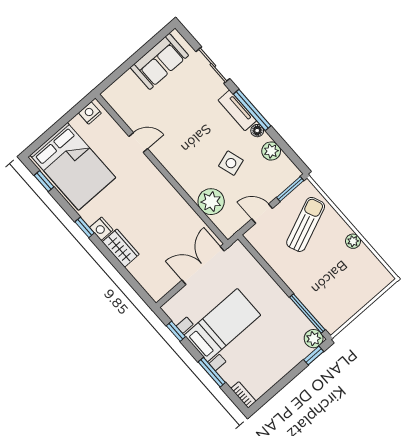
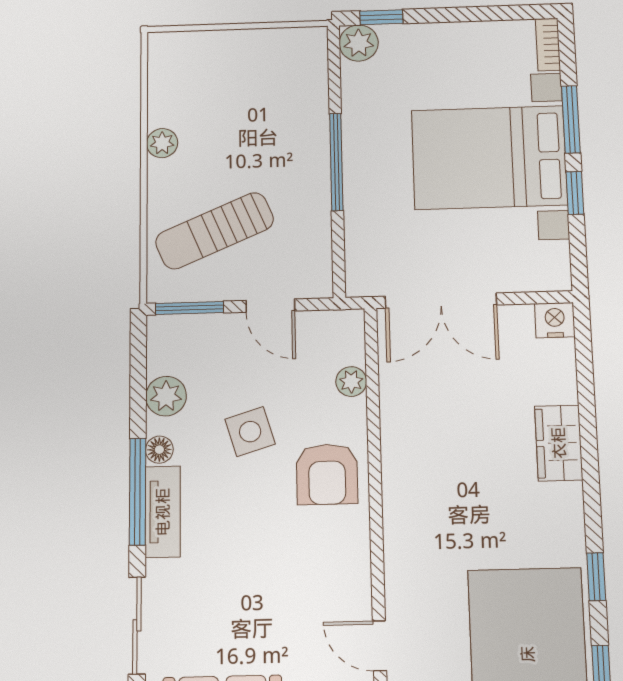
door: (138, 142) -> (379, 646), moved
armchair: (192, 171) -> (327, 474), added
plant: (211, 202) -> (351, 382), width x0.53, depth x0.53
window: (85, 227) -> (596, 577), moved
nightstand: (101, 229) -> (555, 320), moved, turned -90
window: (307, 314) -> (336, 162), moved
bed with nightstands: (222, 325) -> (489, 158), width x1.36
window: (176, 331) -> (575, 193), moved

